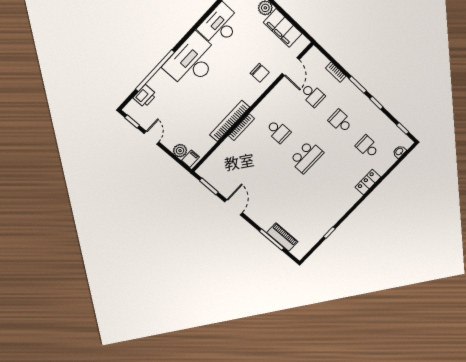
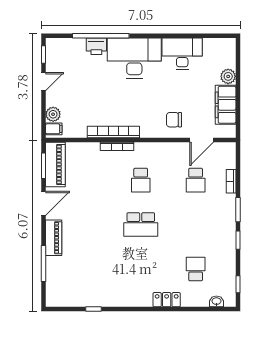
chair: (260, 73) -> (174, 120), turned 90
printer: (145, 96) -> (96, 46), moved
school desk: (340, 121) -> (196, 225), removed
piano: (215, 178) -> (55, 164), added
piano: (282, 237) -> (54, 238), moved

